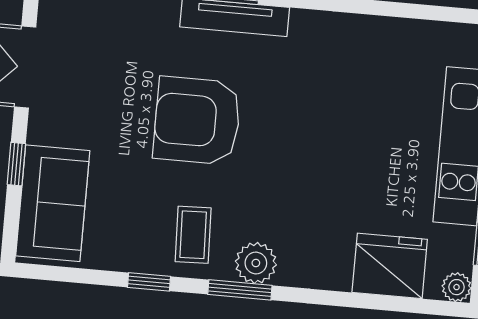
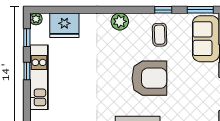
coffee table: (193, 235) -> (160, 35), moved
window: (240, 290) -> (200, 10), moved

